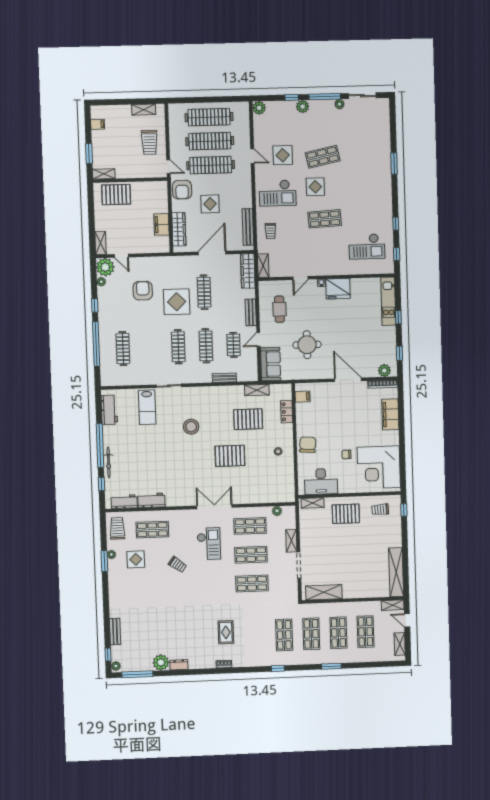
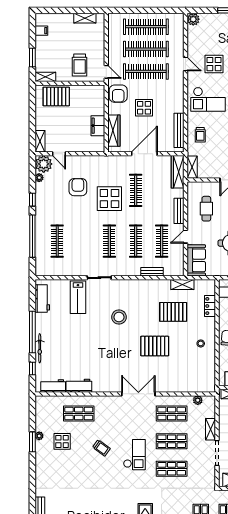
trolley: (149, 142) -> (80, 65), moved
clothes rail: (233, 345) -> (162, 241), width x1.36
trolley: (117, 528) -> (46, 411), removed
checkout: (209, 544) -> (134, 455), moved

